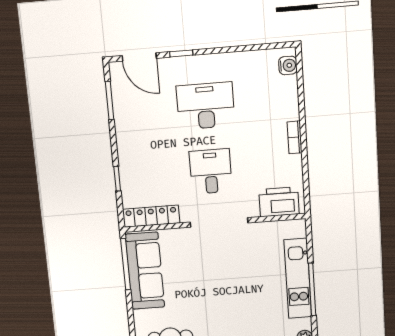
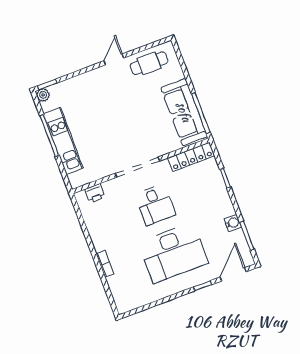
door: (139, 57) -> (233, 274), hinge flipped
water cooler: (288, 65) -> (233, 223), moved, turned 180
desk: (206, 106) -> (173, 253), width x1.36, depth x1.30
bookcase: (295, 137) -> (105, 264), moved
printer: (279, 202) -> (95, 193), width x0.53, depth x0.68

